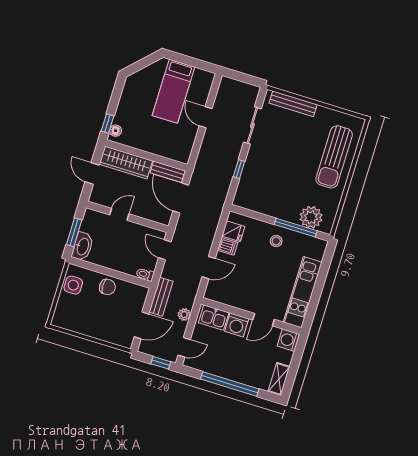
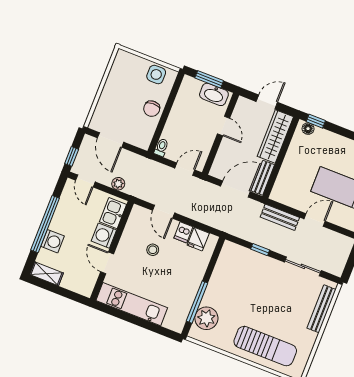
sun lounger: (334, 157) -> (265, 346), turned 180
stool: (276, 241) -> (153, 250), moved
washbasin: (82, 246) -> (214, 94), moved
bench: (161, 297) -> (280, 217), moved
washing machine: (288, 340) -> (52, 241), moved, turned 90

